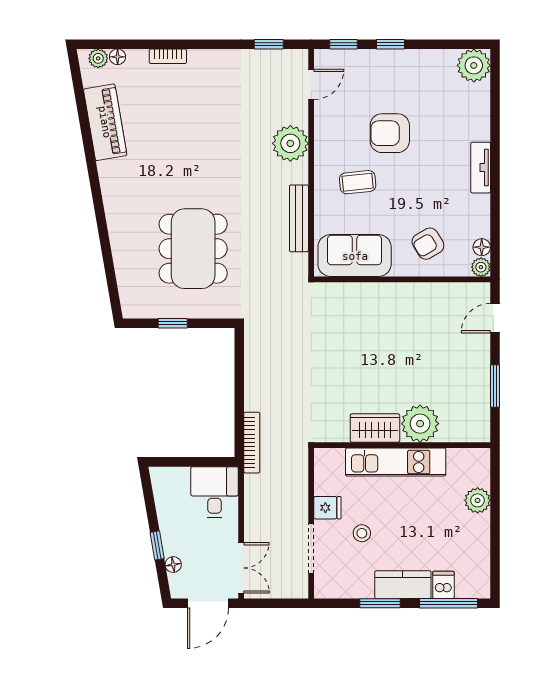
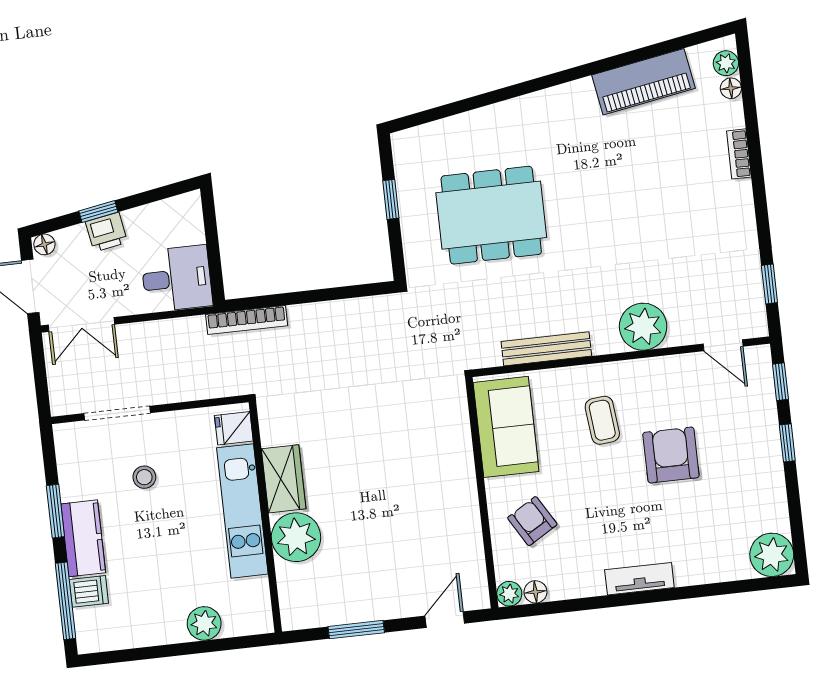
door: (495, 318) -> (445, 620), hinge flipped
fridge: (327, 508) -> (234, 428), moved, turned 90
printer: (173, 541) -> (106, 232), added
floor lamp: (173, 565) -> (44, 244), moved

